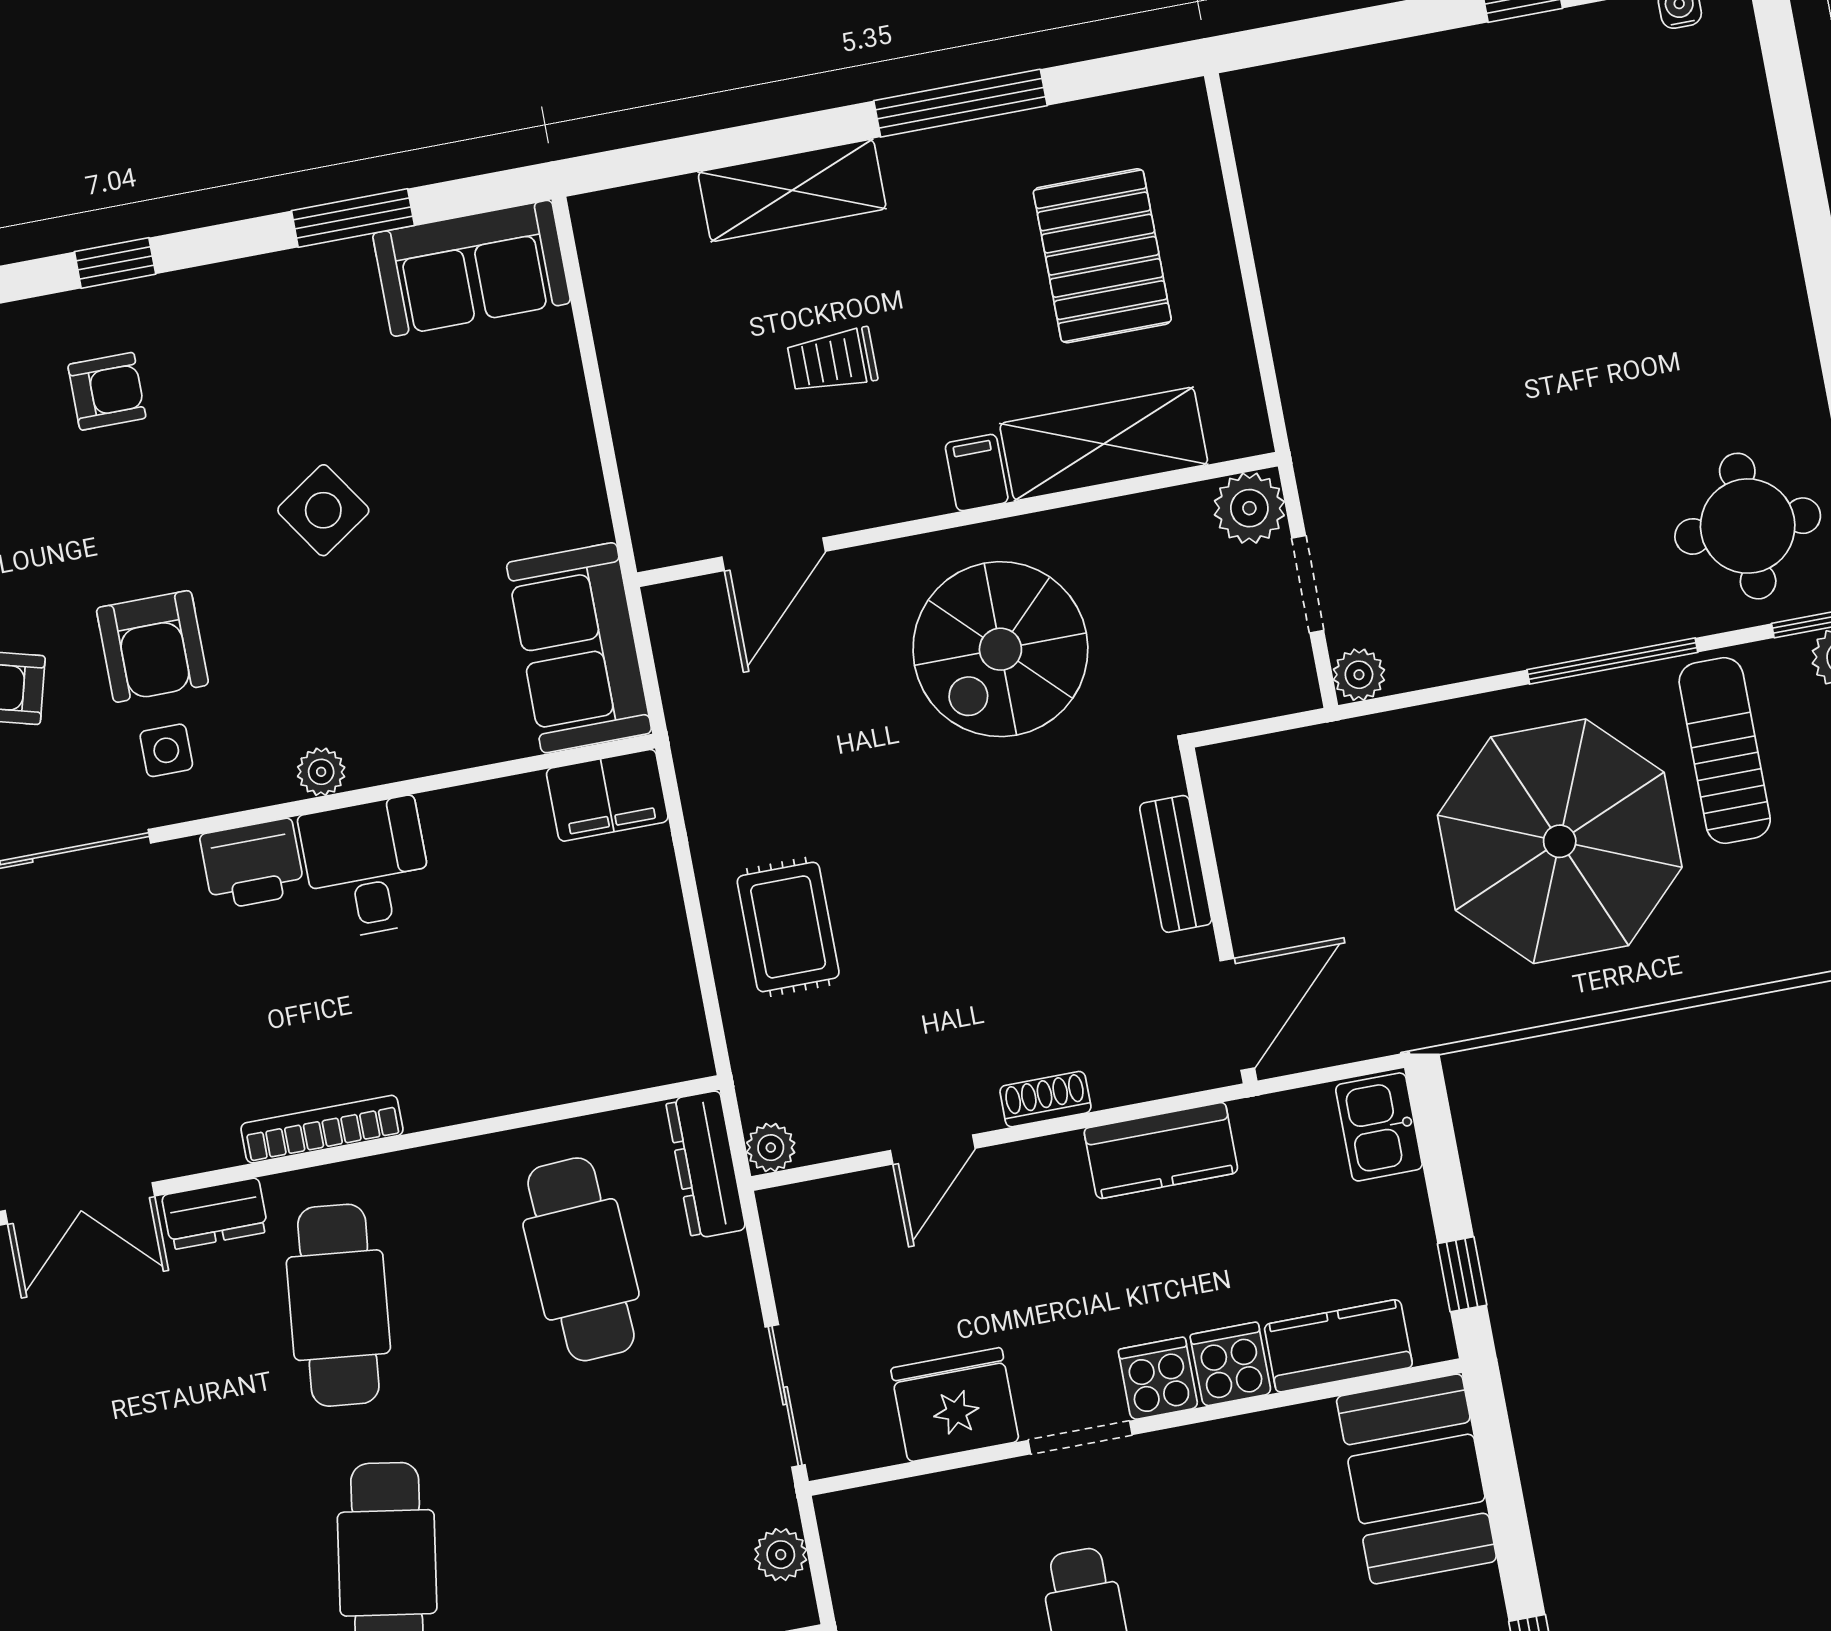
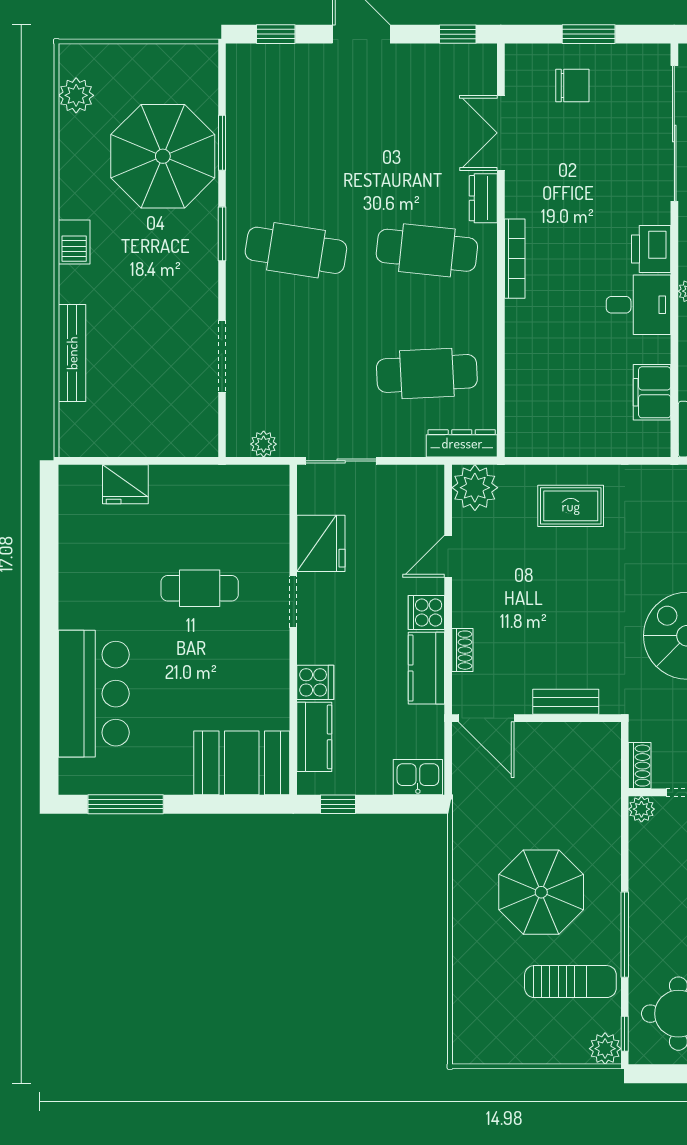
shoe rack: (1274, 694) -> (640, 766), added
filing cabinet: (607, 795) -> (652, 392), moved
parasol: (1560, 841) -> (541, 892), width x0.73, depth x0.73
shoe rack: (1045, 1099) -> (462, 650), moved
plant: (771, 1148) -> (475, 488), width x1.88, depth x1.88
door: (933, 1149) -> (448, 556), hinge flipped
cooker: (1158, 1378) -> (426, 612), moved, turned 180

